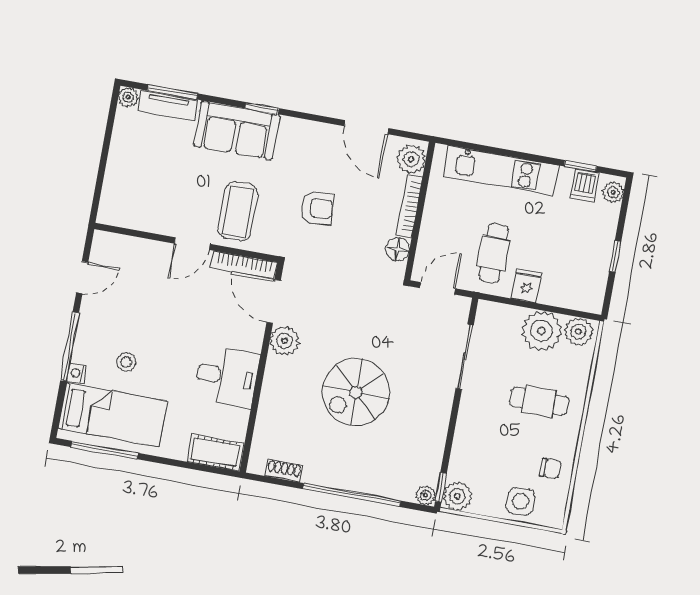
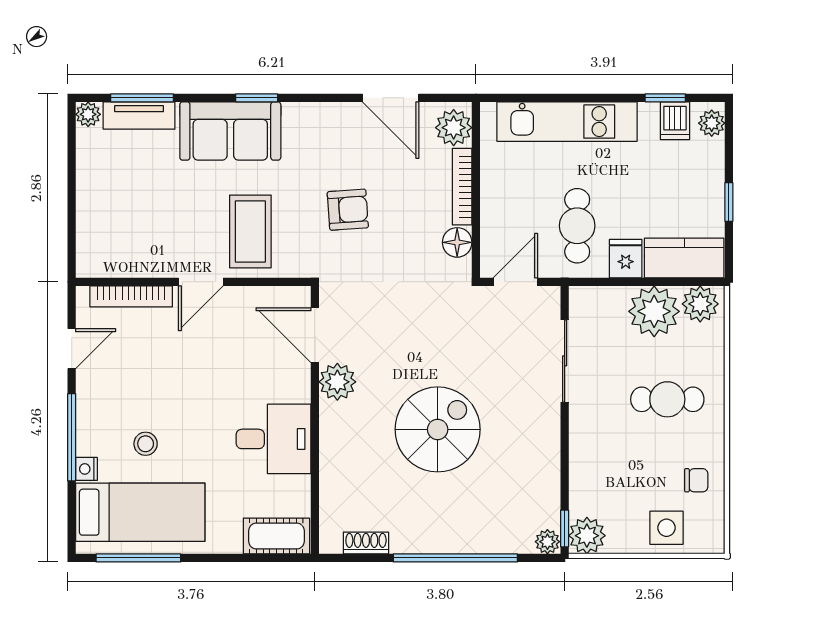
bookcase: (244, 265) -> (131, 296), moved
kitchen counter: (572, 294) -> (684, 258), added
spiral stairs: (356, 392) -> (438, 429), turned 180

